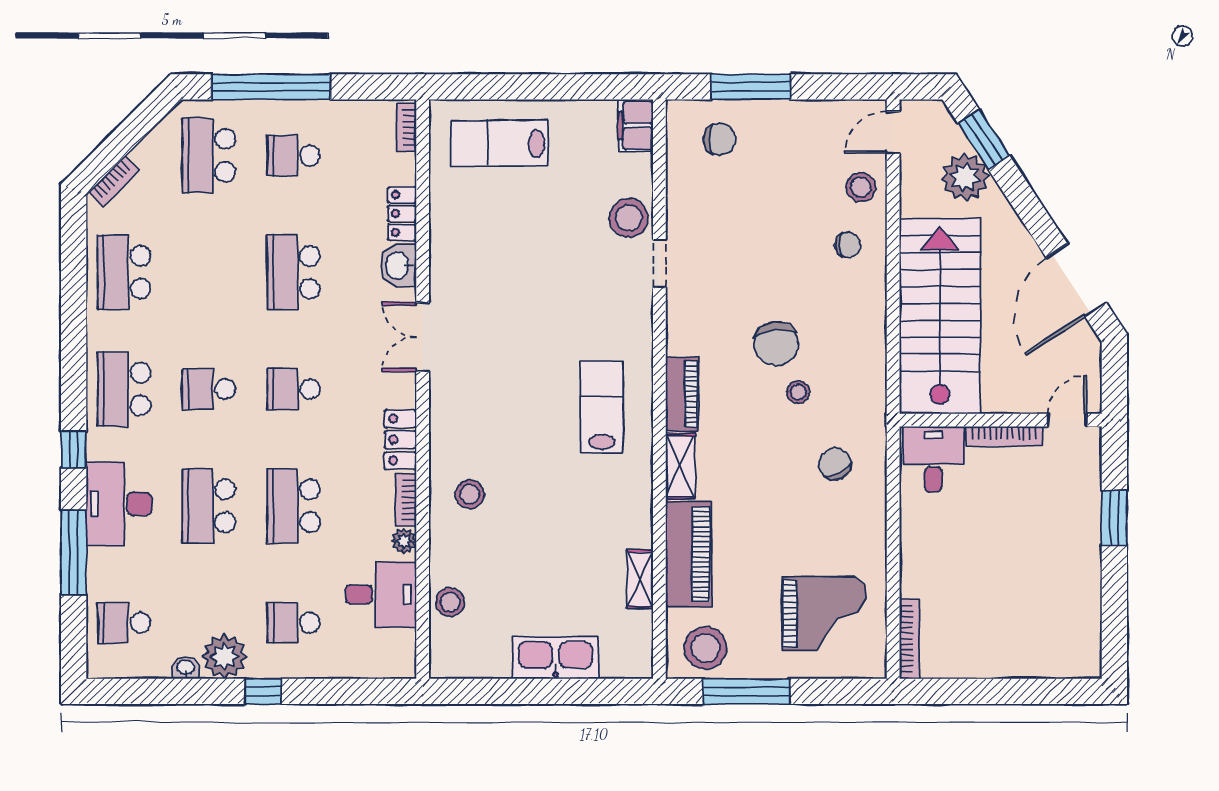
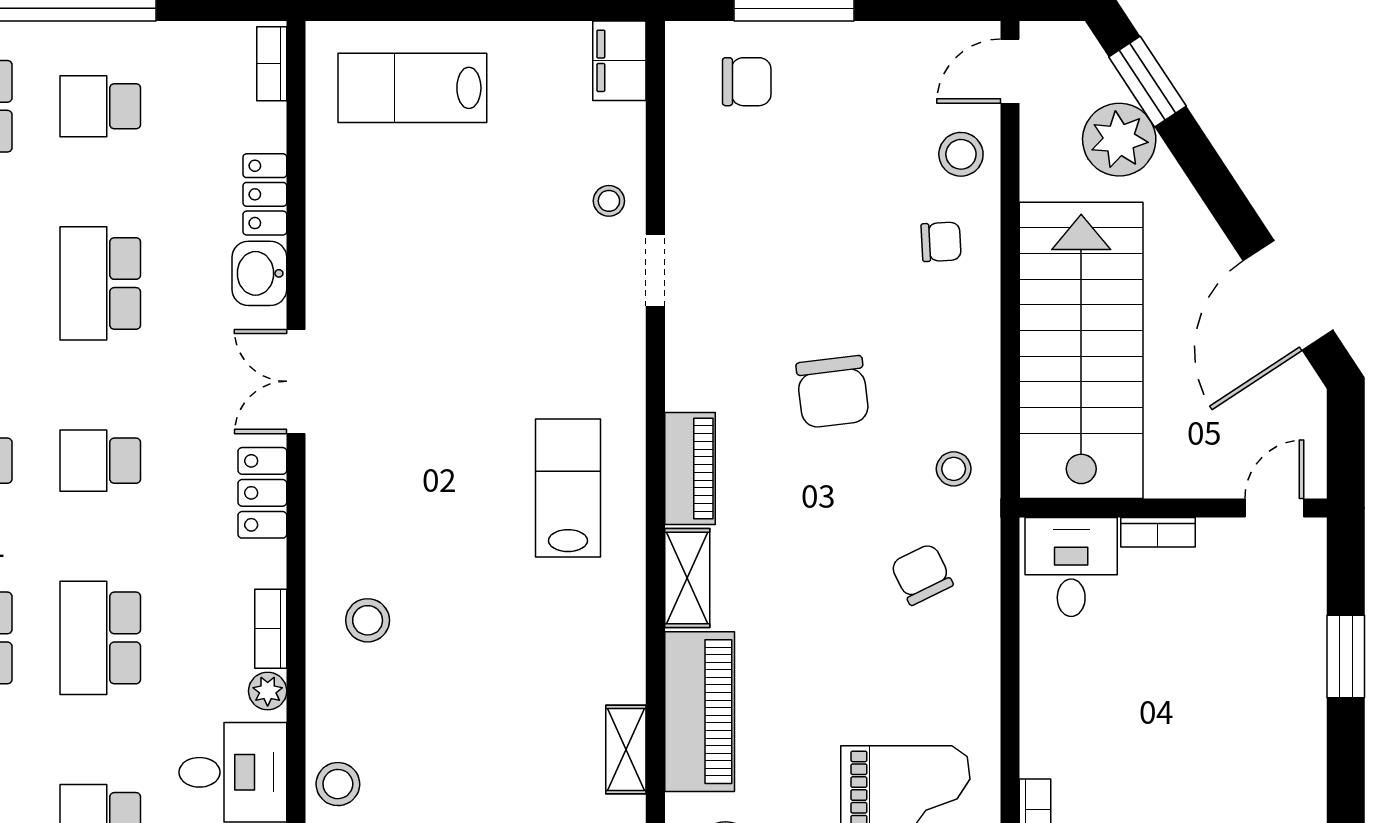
stool: (629, 218) -> (609, 201), width x0.53, depth x0.53
stool: (798, 392) -> (954, 469), moved
bookcase: (1004, 436) -> (1158, 532), width x0.64
locker: (400, 440) -> (262, 493), moved

